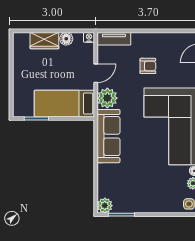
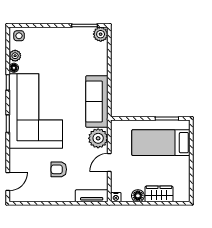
bed: (64, 104) -> (161, 143), moved, turned 180

